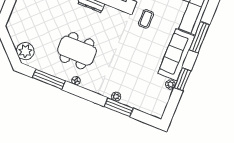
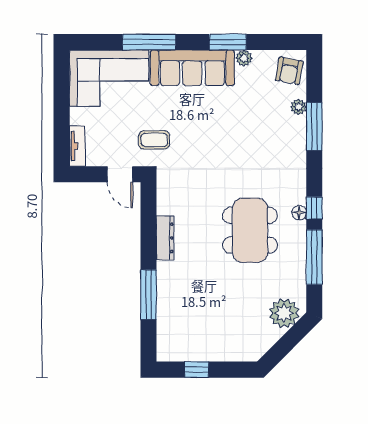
window: (75, 90) -> (314, 208), added
plant: (116, 97) -> (298, 107), moved
armchair: (154, 106) -> (289, 71), added

